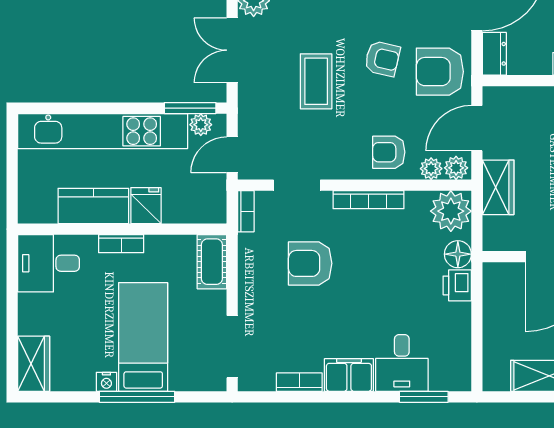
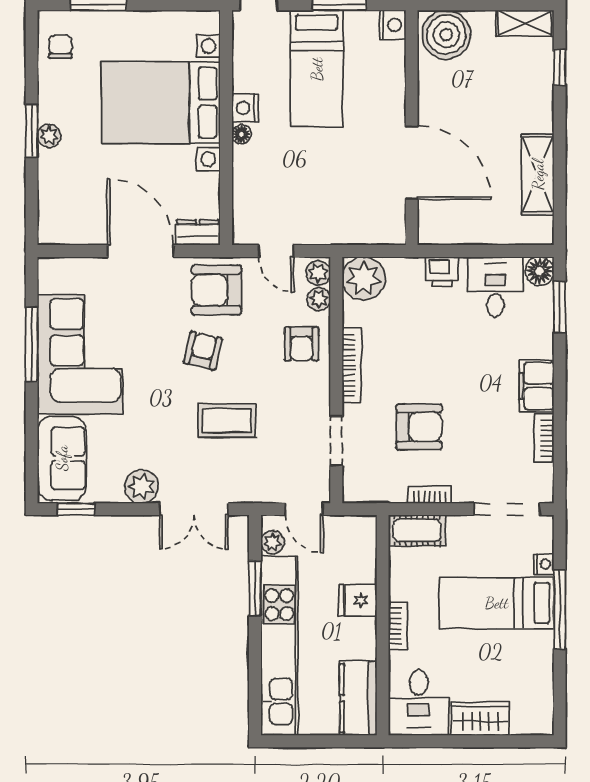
armchair: (440, 72) -> (216, 290), turned 90
window: (190, 108) -> (255, 588), moved
door: (477, 128) -> (276, 251), width x0.73
wardrobe: (498, 187) -> (339, 228), removed
kitchen counter: (93, 206) -> (358, 698), moved
bookcase: (246, 211) -> (429, 495), moved
floor lamp: (458, 254) -> (540, 271), moved
armchair: (310, 263) -> (419, 427), turned -90
desk: (402, 363) -> (495, 287), moved, turned -90
wardrobe: (34, 364) -> (480, 719), moved
nightstand: (106, 382) -> (544, 564), moved

